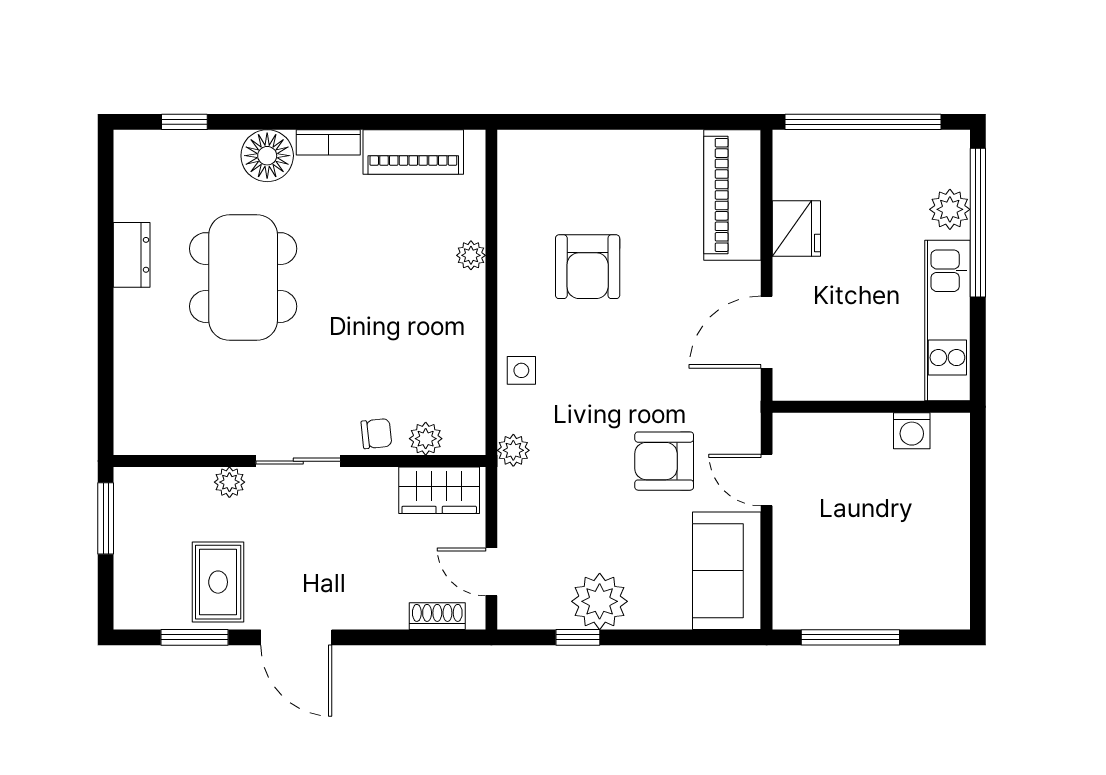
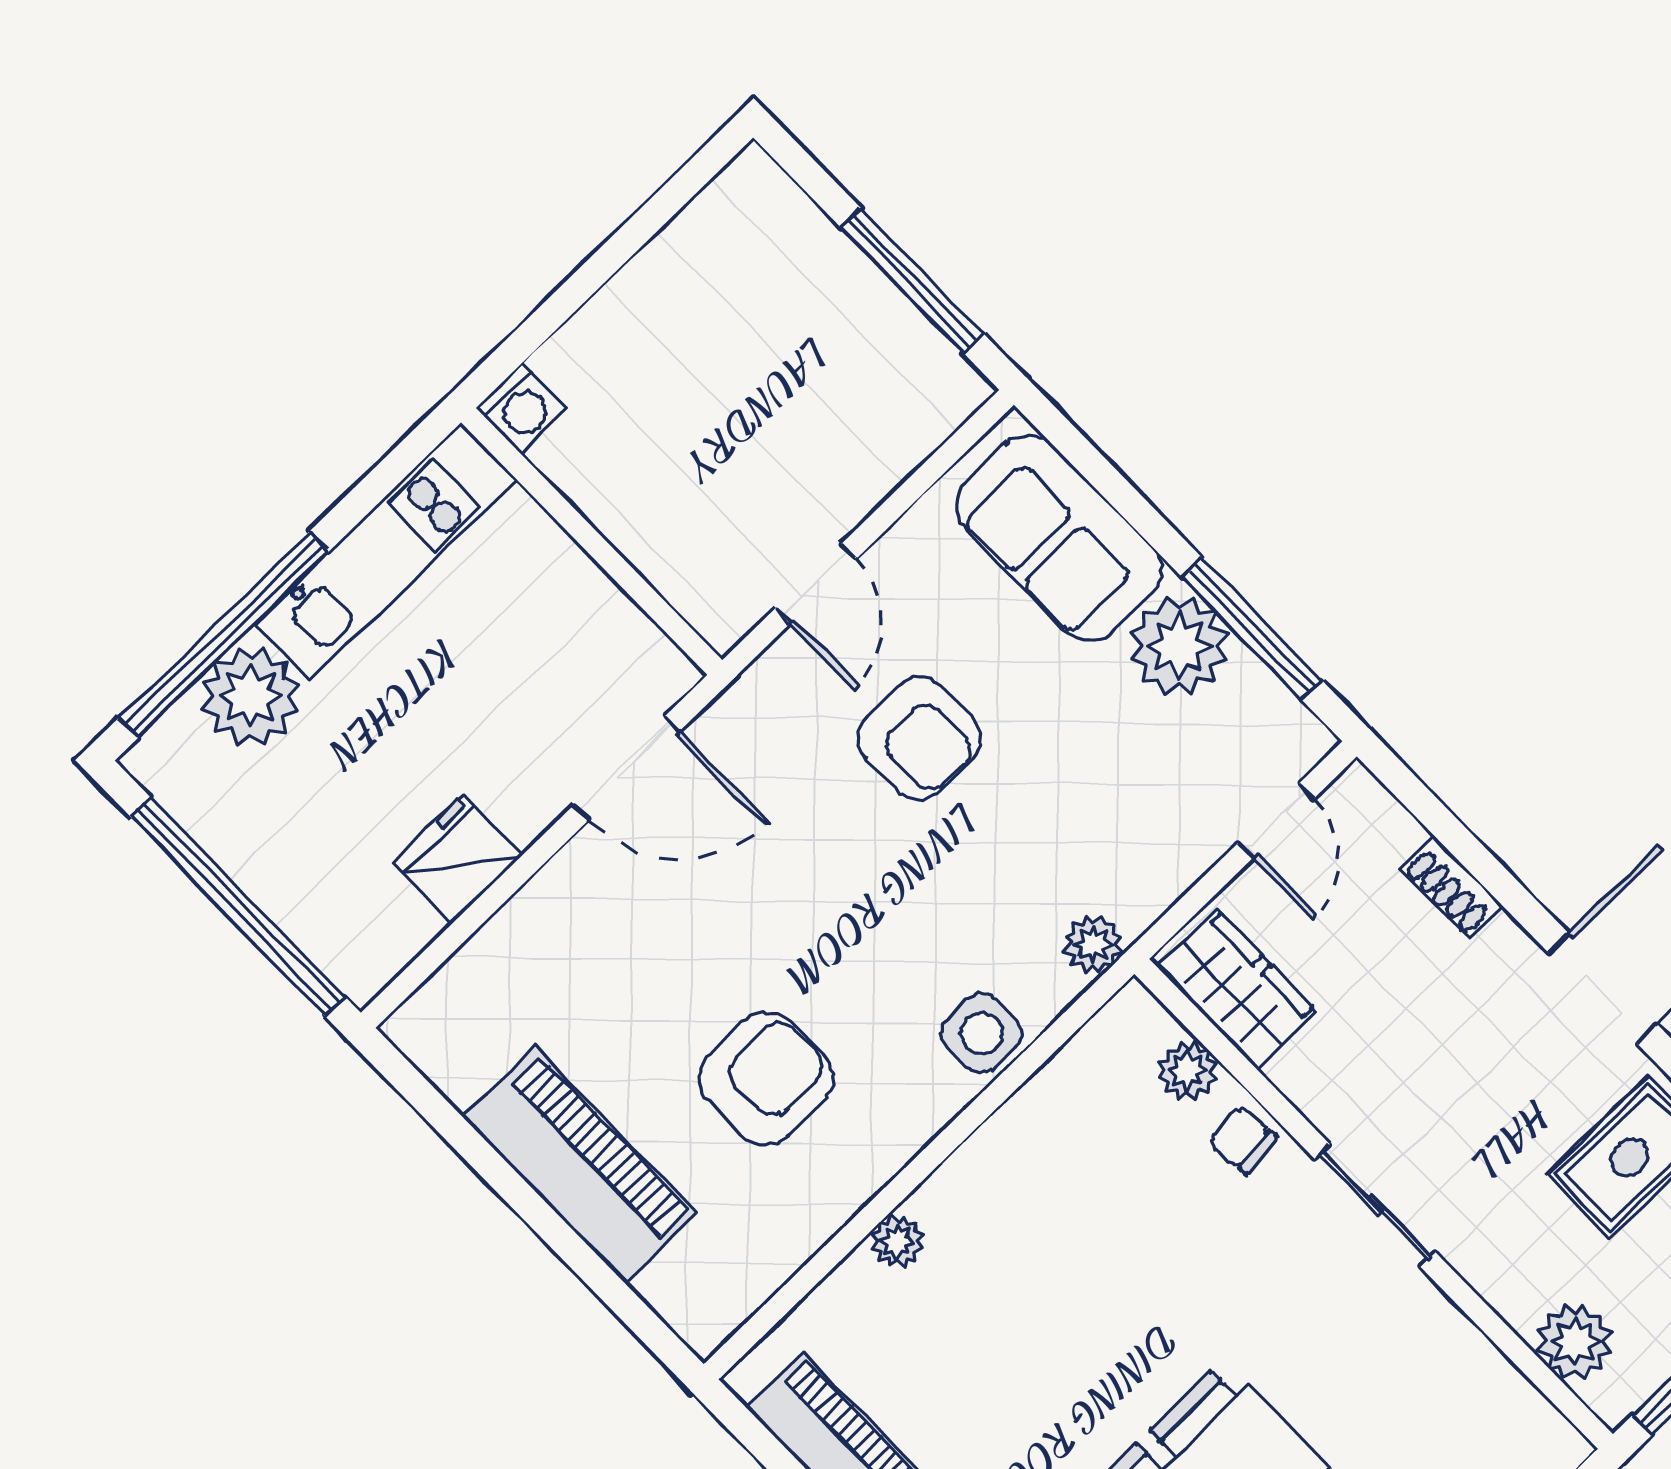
piano: (732, 195) -> (580, 1165), moved, turned -90
plant: (950, 209) -> (251, 697), width x1.36, depth x1.36
side table: (521, 370) -> (981, 1034), width x1.37, depth x1.37
washing machine: (912, 431) -> (522, 408), moved, turned 90
plant: (229, 482) -> (1575, 1341), moved, width x1.38, depth x1.38
sofa: (727, 571) -> (1059, 538), moved, turned 90
shoe rack: (437, 616) -> (1452, 888), moved
window: (578, 637) -> (1252, 629), width x2.17

